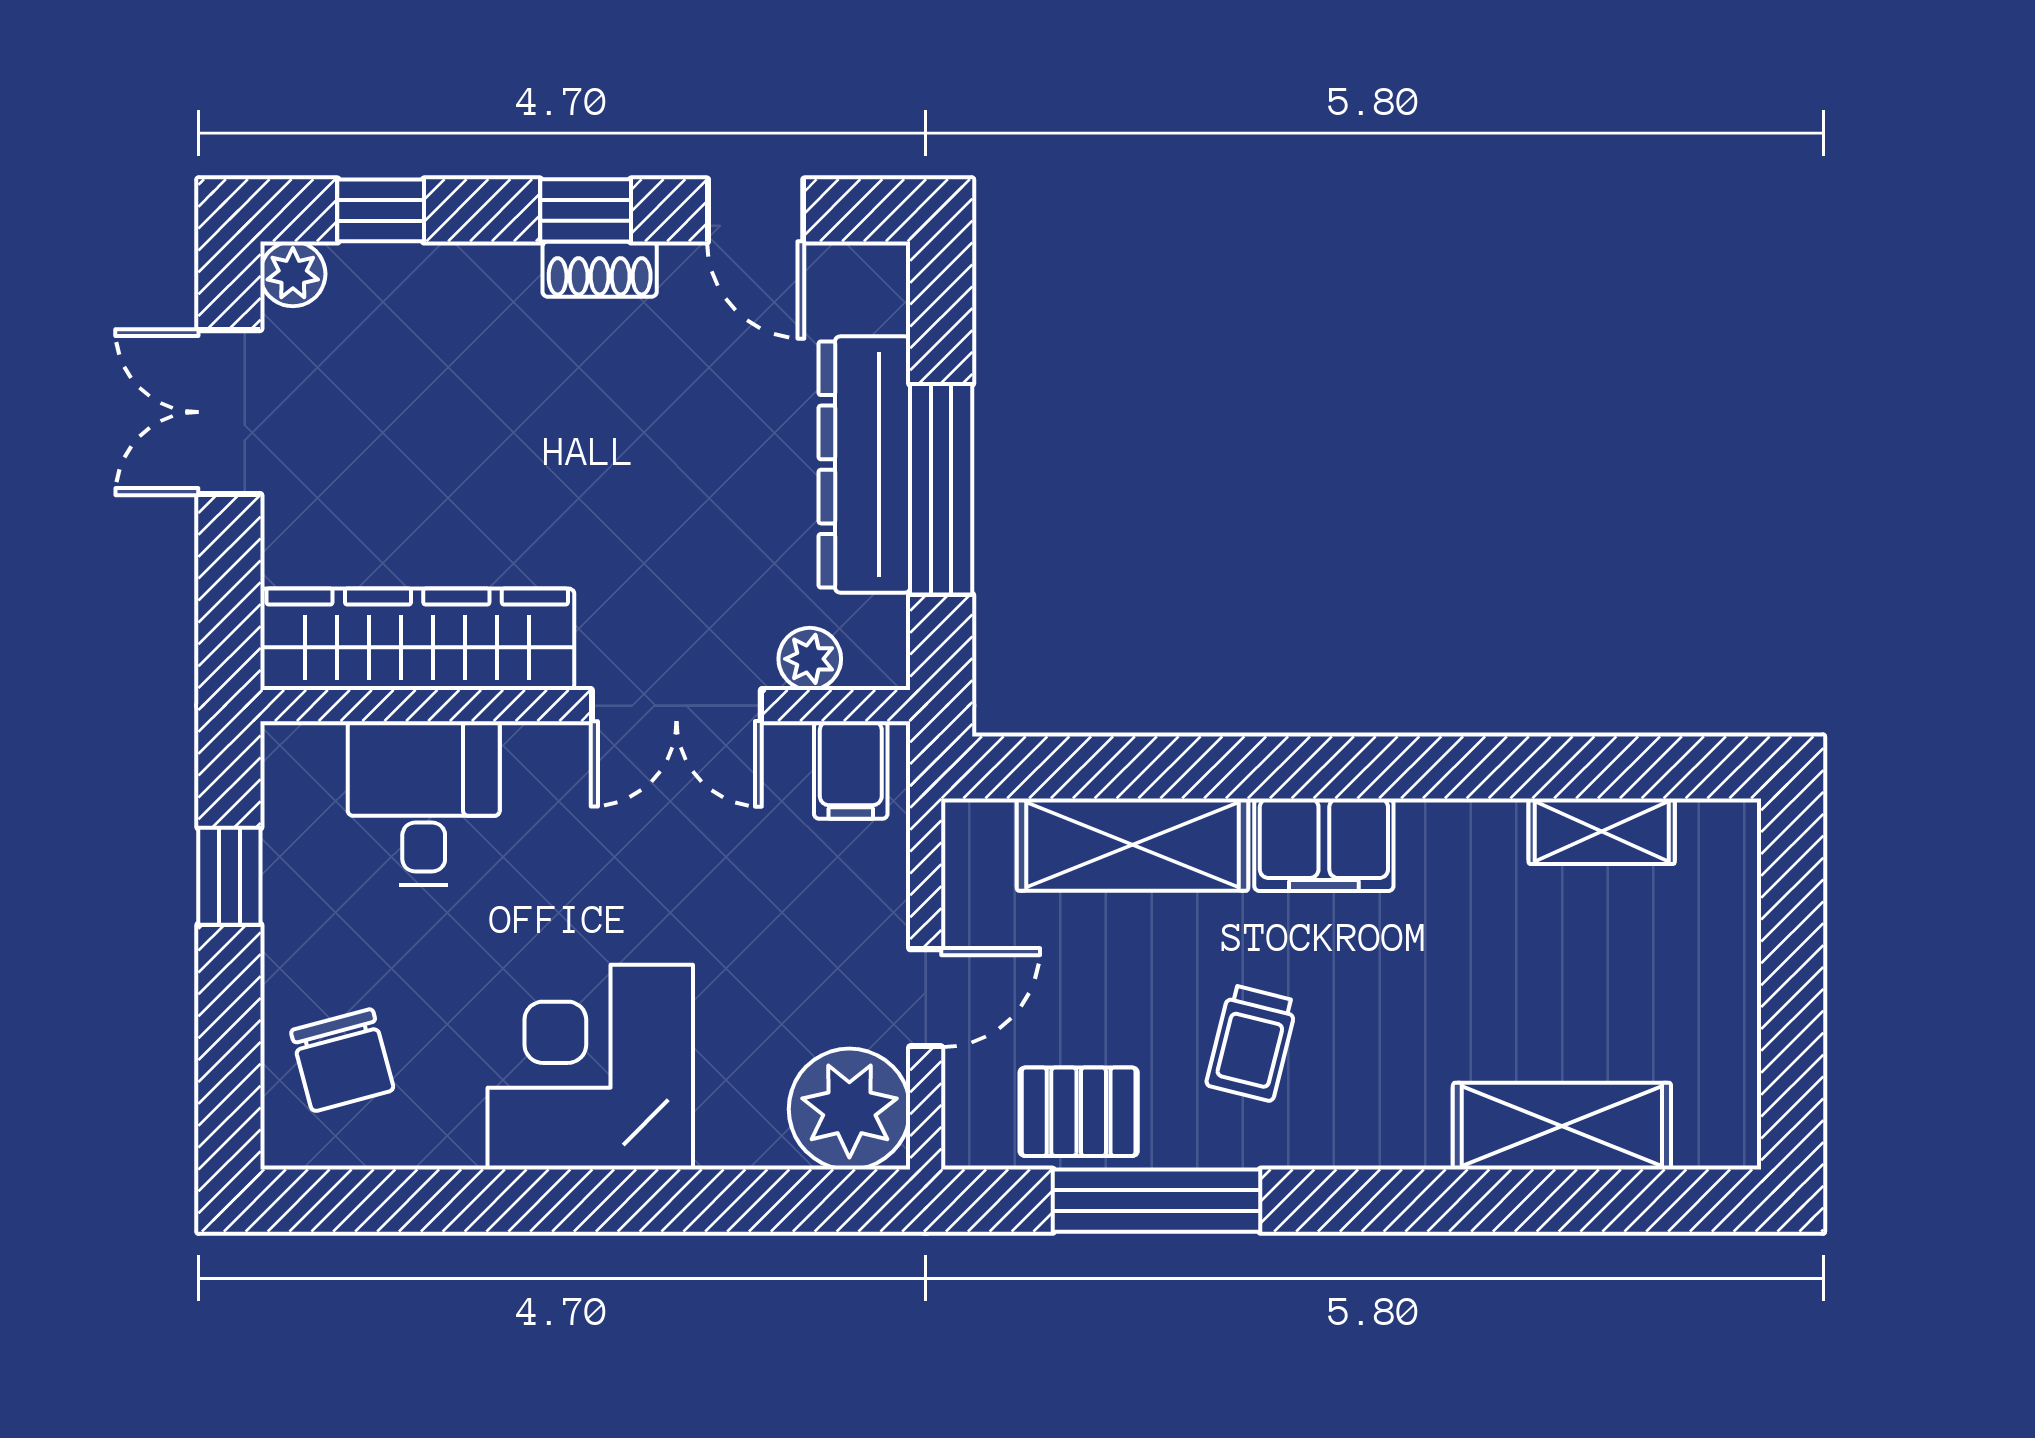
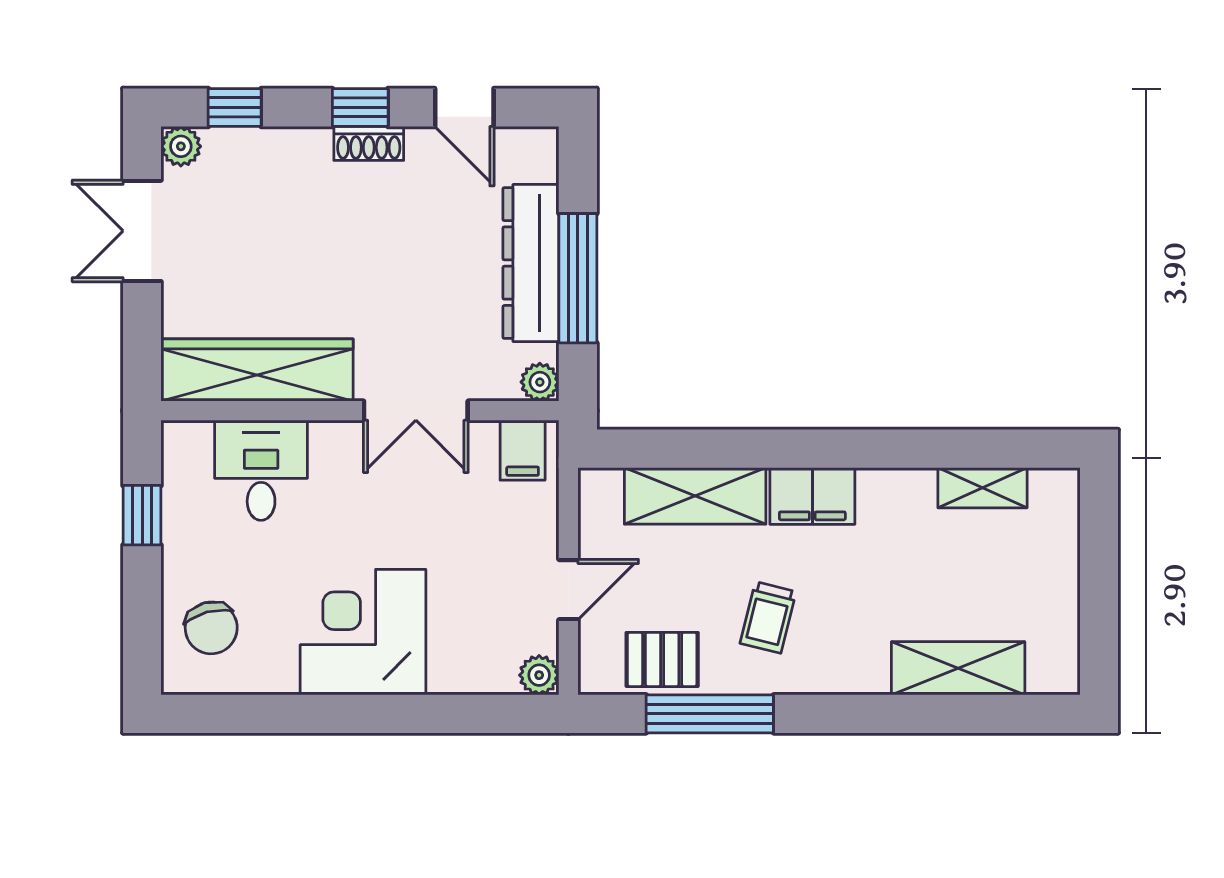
plant: (810, 659) -> (540, 382), moved
plant: (849, 1109) -> (539, 675), width x0.53, depth x0.53

